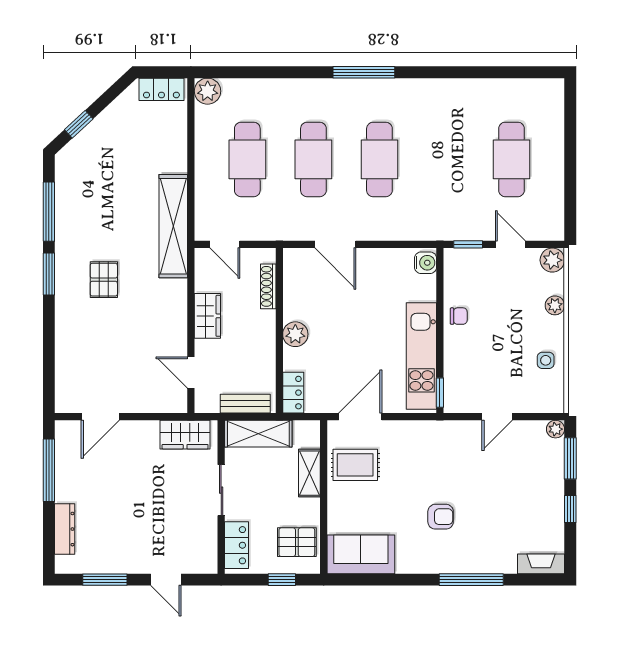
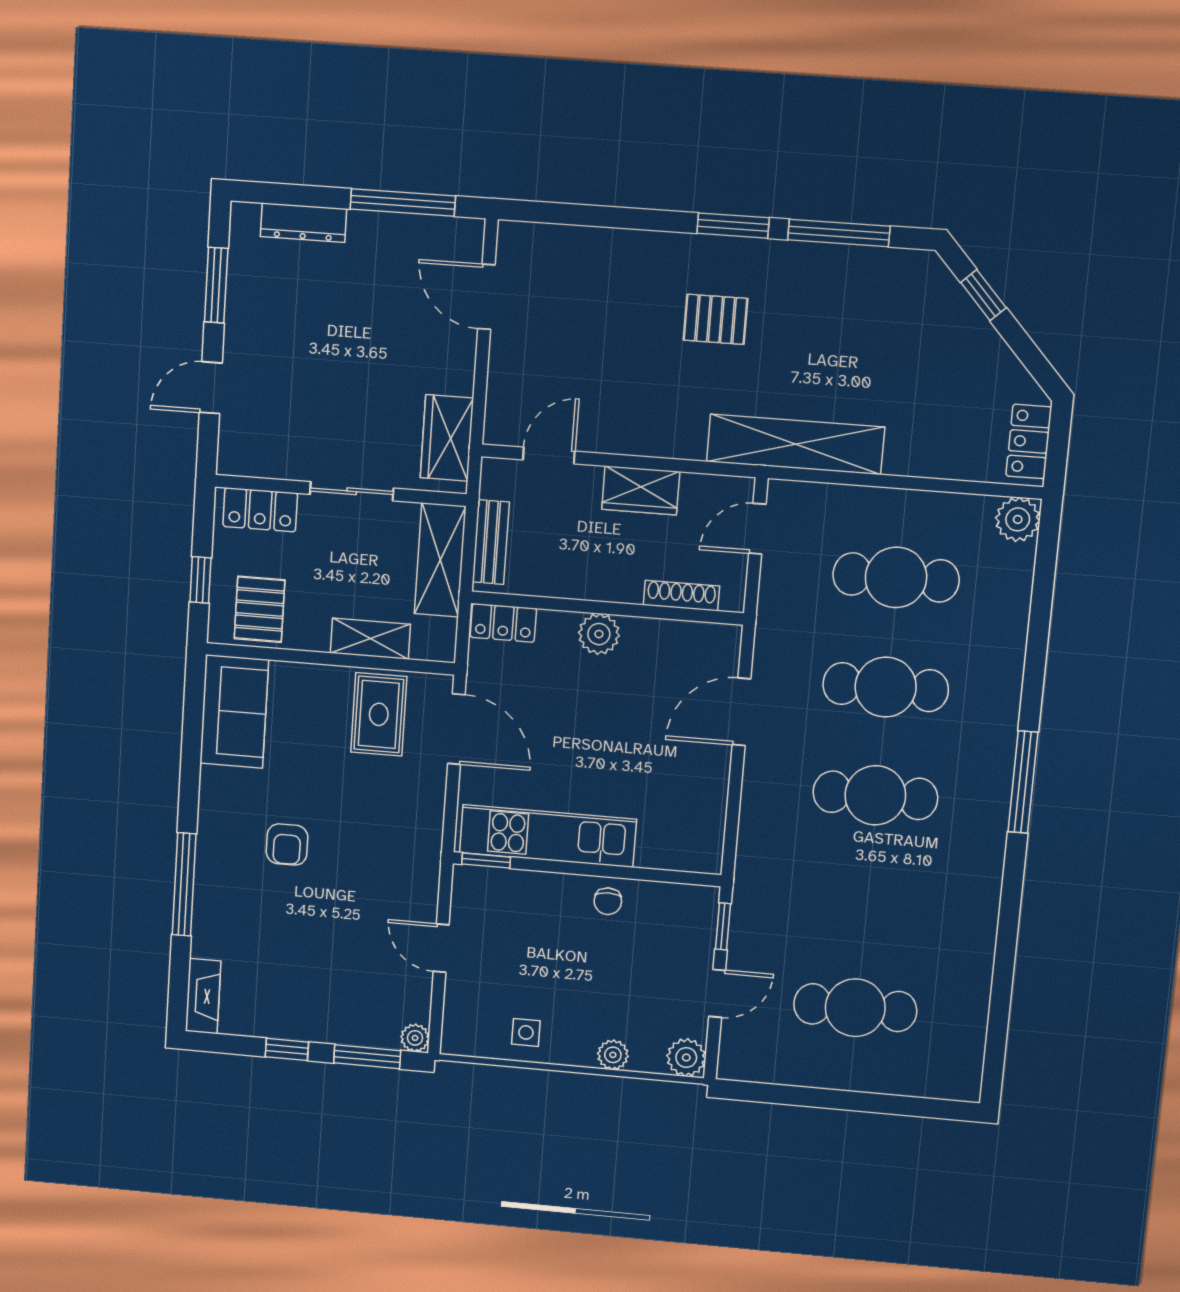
water cooler: (426, 263) -> (699, 856), removed

